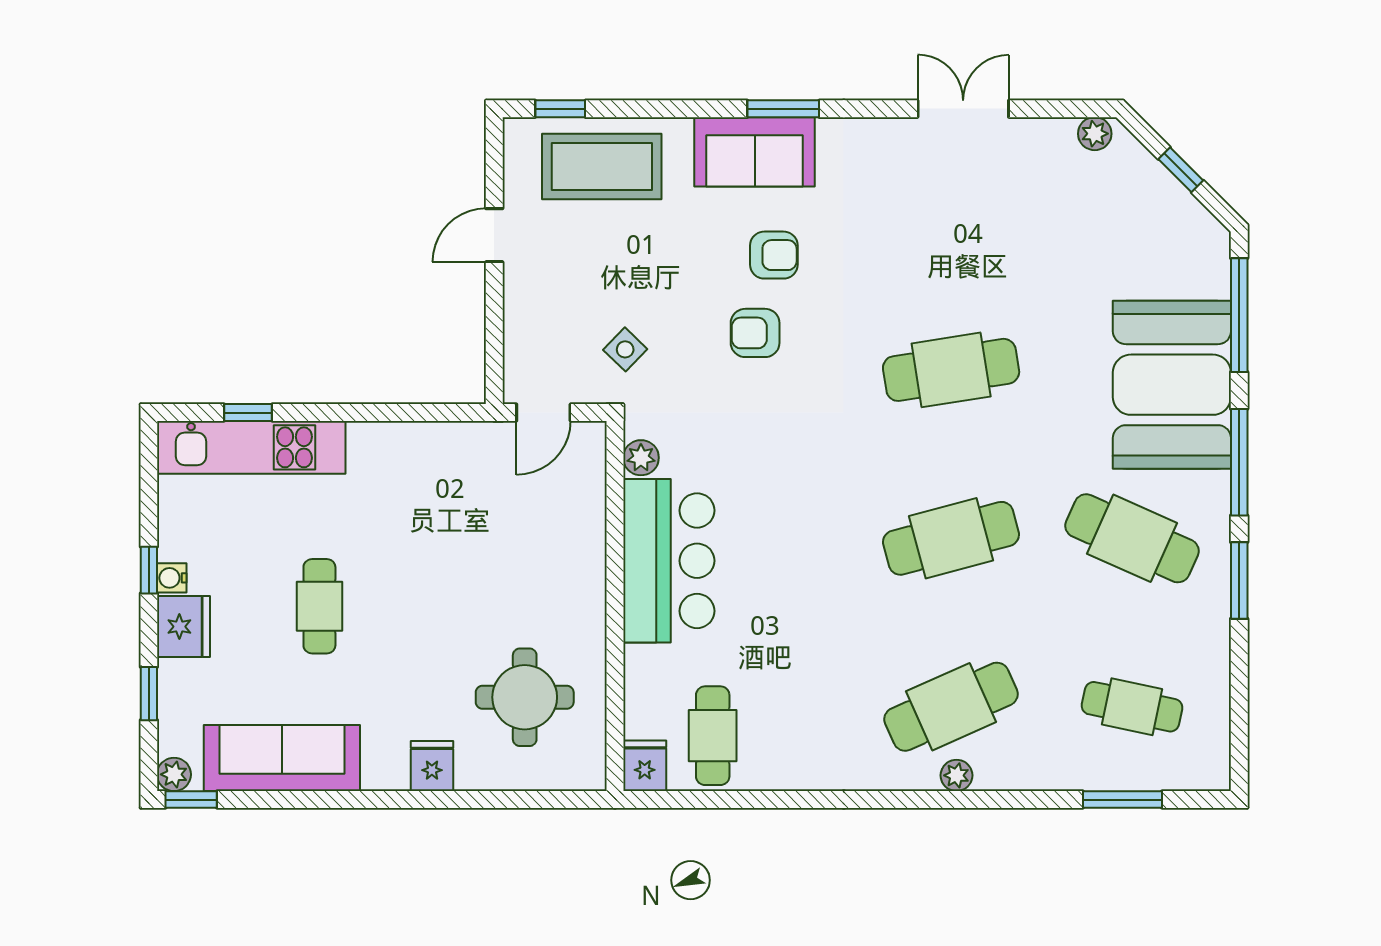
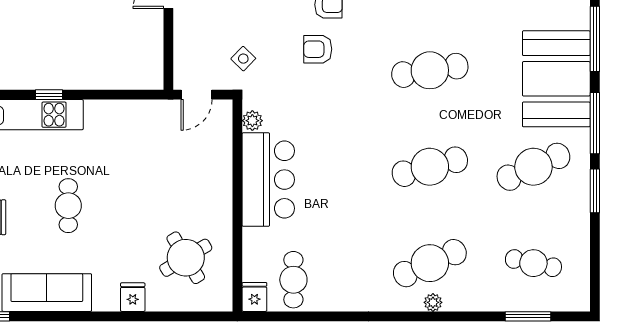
window: (248, 413) -> (49, 95), moved
cafe table: (1132, 538) -> (533, 167), turned -48
round table: (525, 697) -> (186, 258), turned -31

